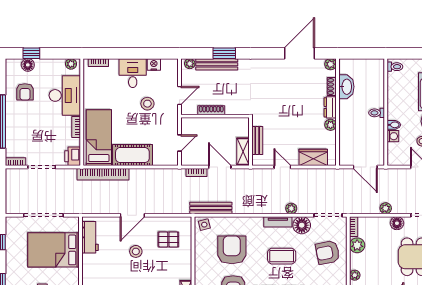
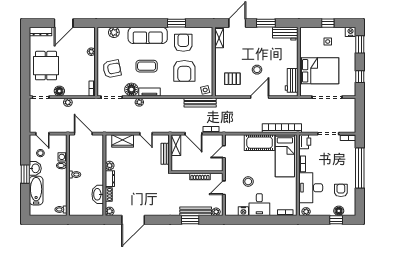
plant: (357, 245) -> (89, 74), removed

